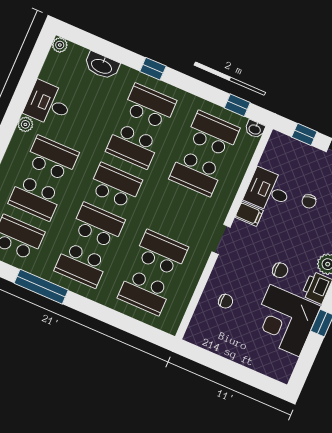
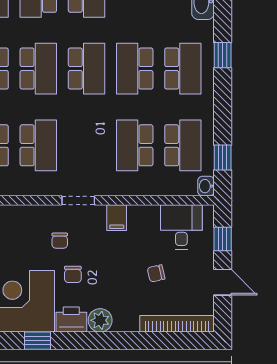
desk: (268, 191) -> (181, 227), moved
chair: (226, 301) -> (60, 241), moved

